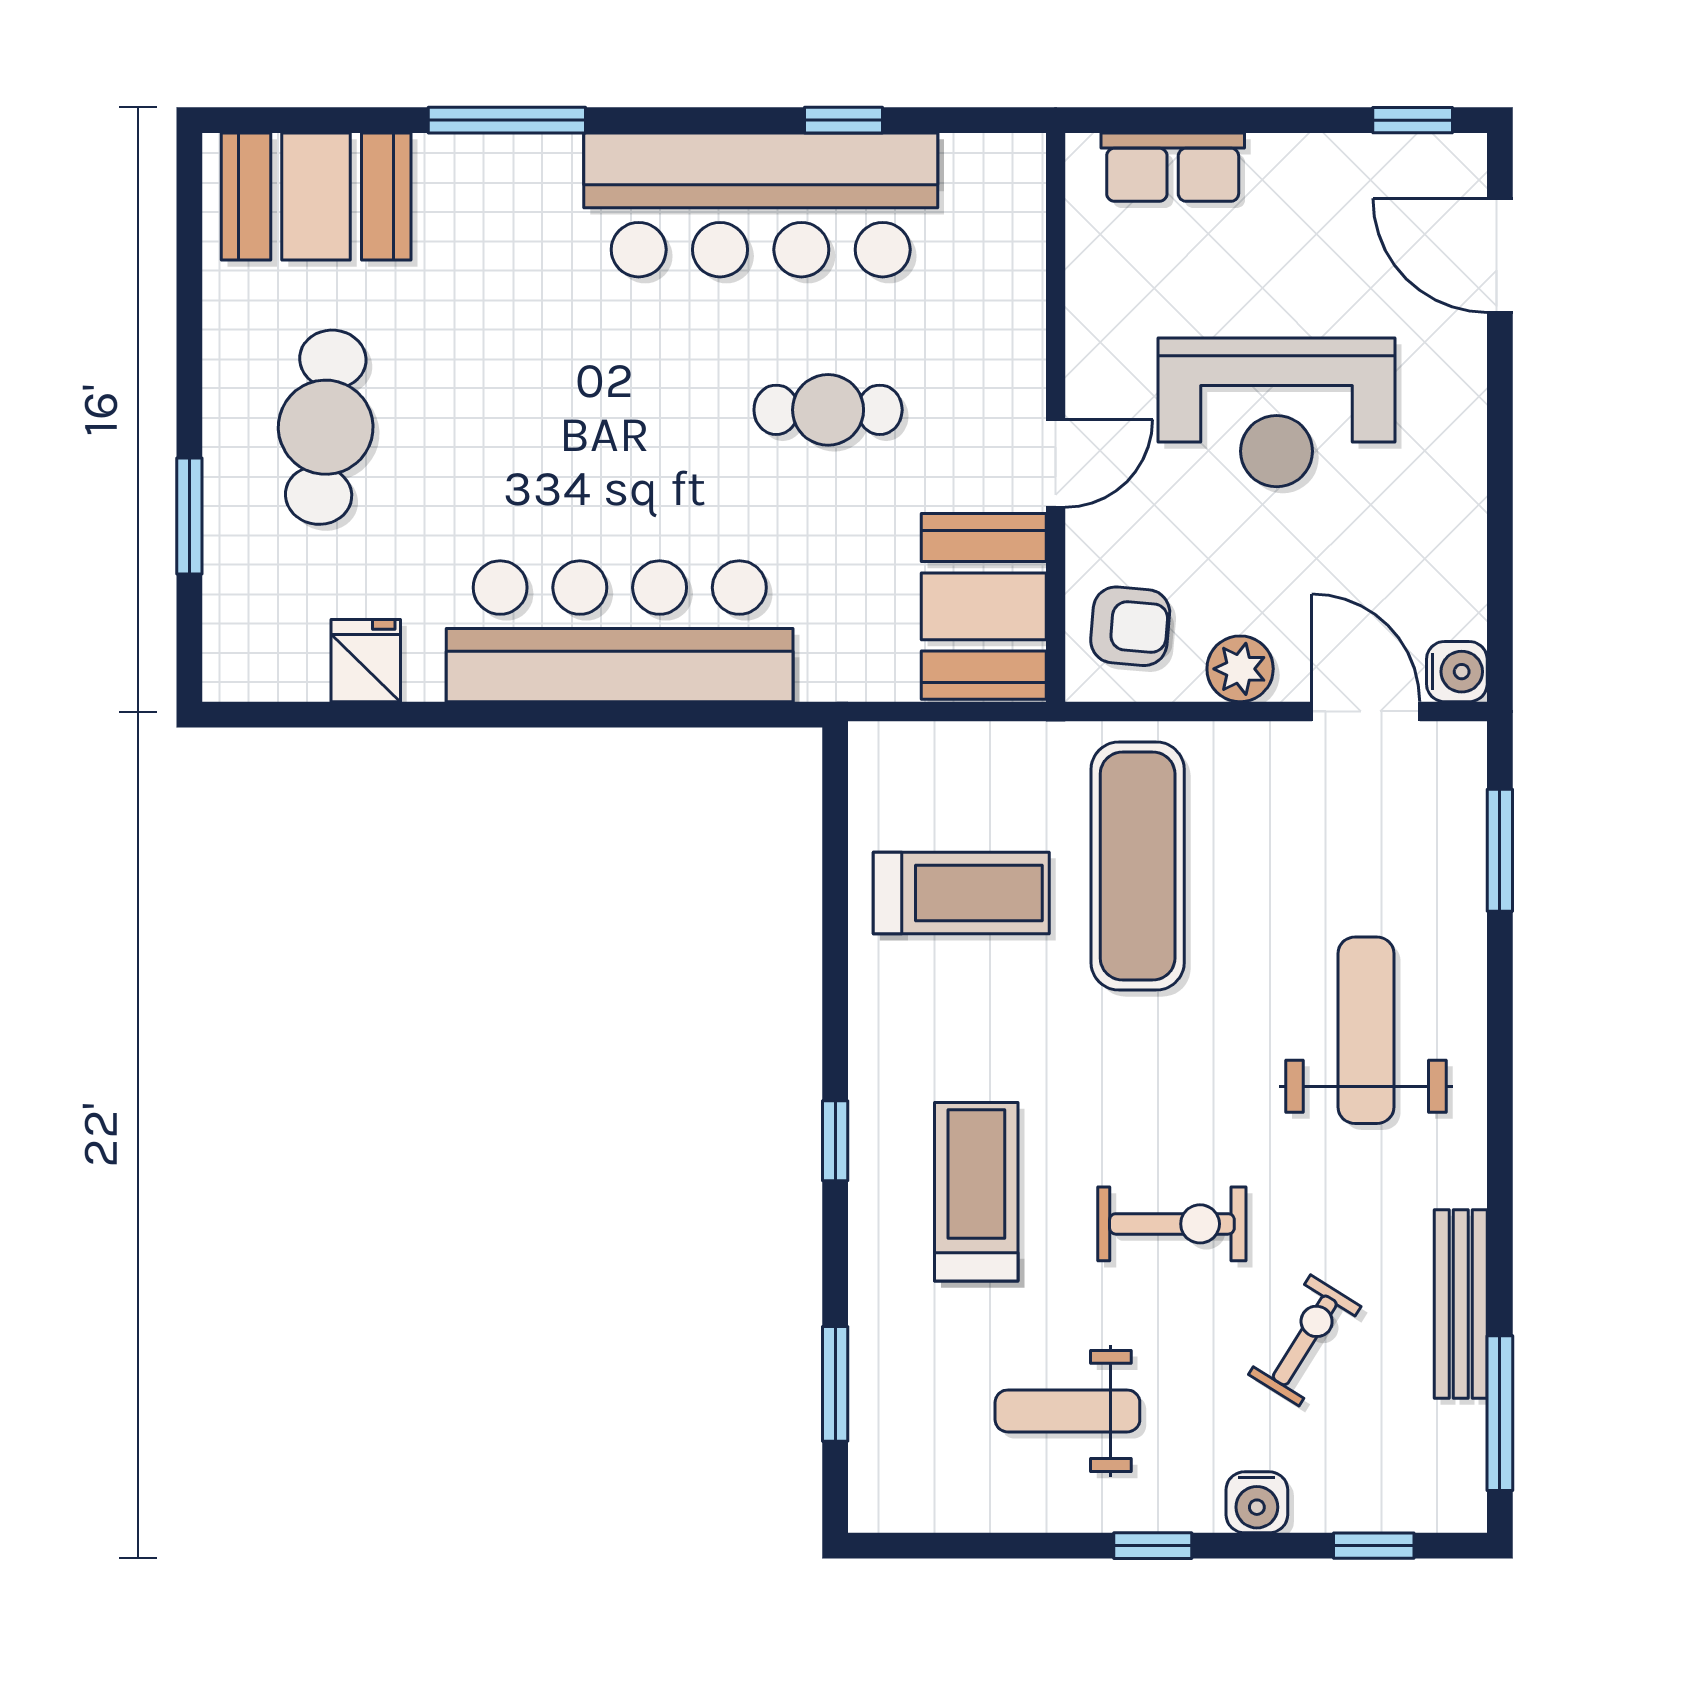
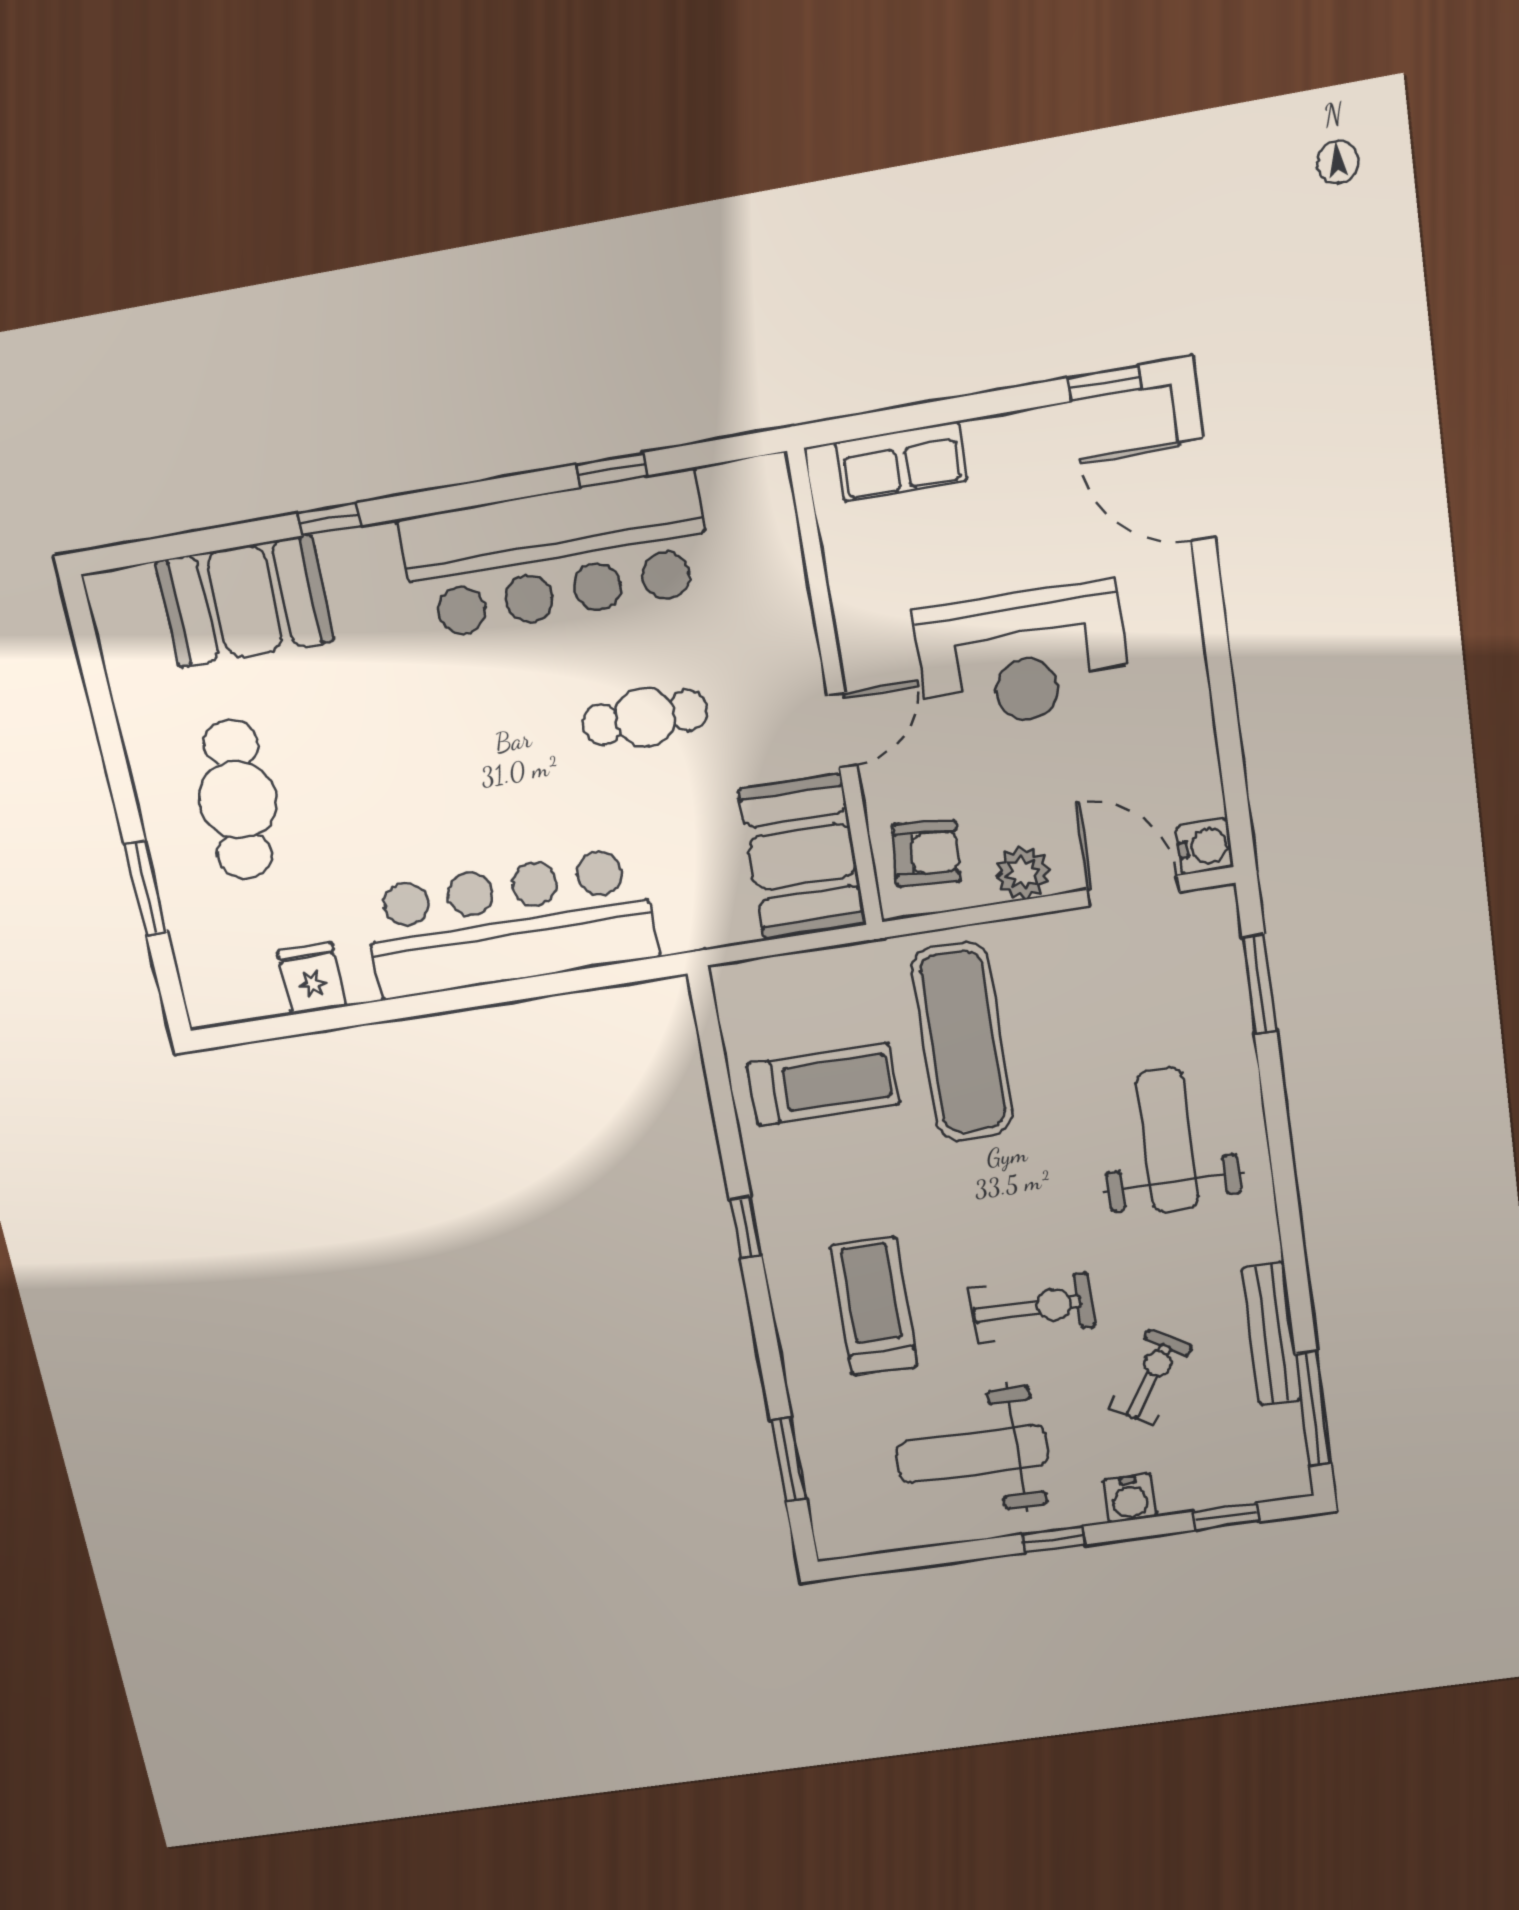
window: (507, 120) -> (329, 520), width x0.46
booth: (316, 197) -> (245, 601), moved
window: (835, 1141) -> (746, 1227), moved
weight bench: (1067, 1411) -> (972, 1454), width x1.36, depth x1.33

